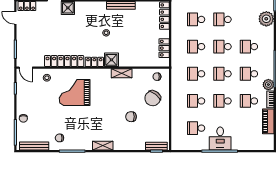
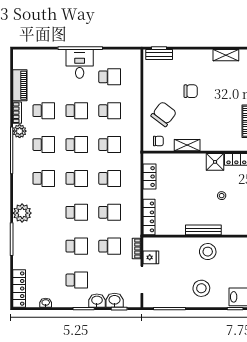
shelving: (122, 73) -> (187, 145), moved

